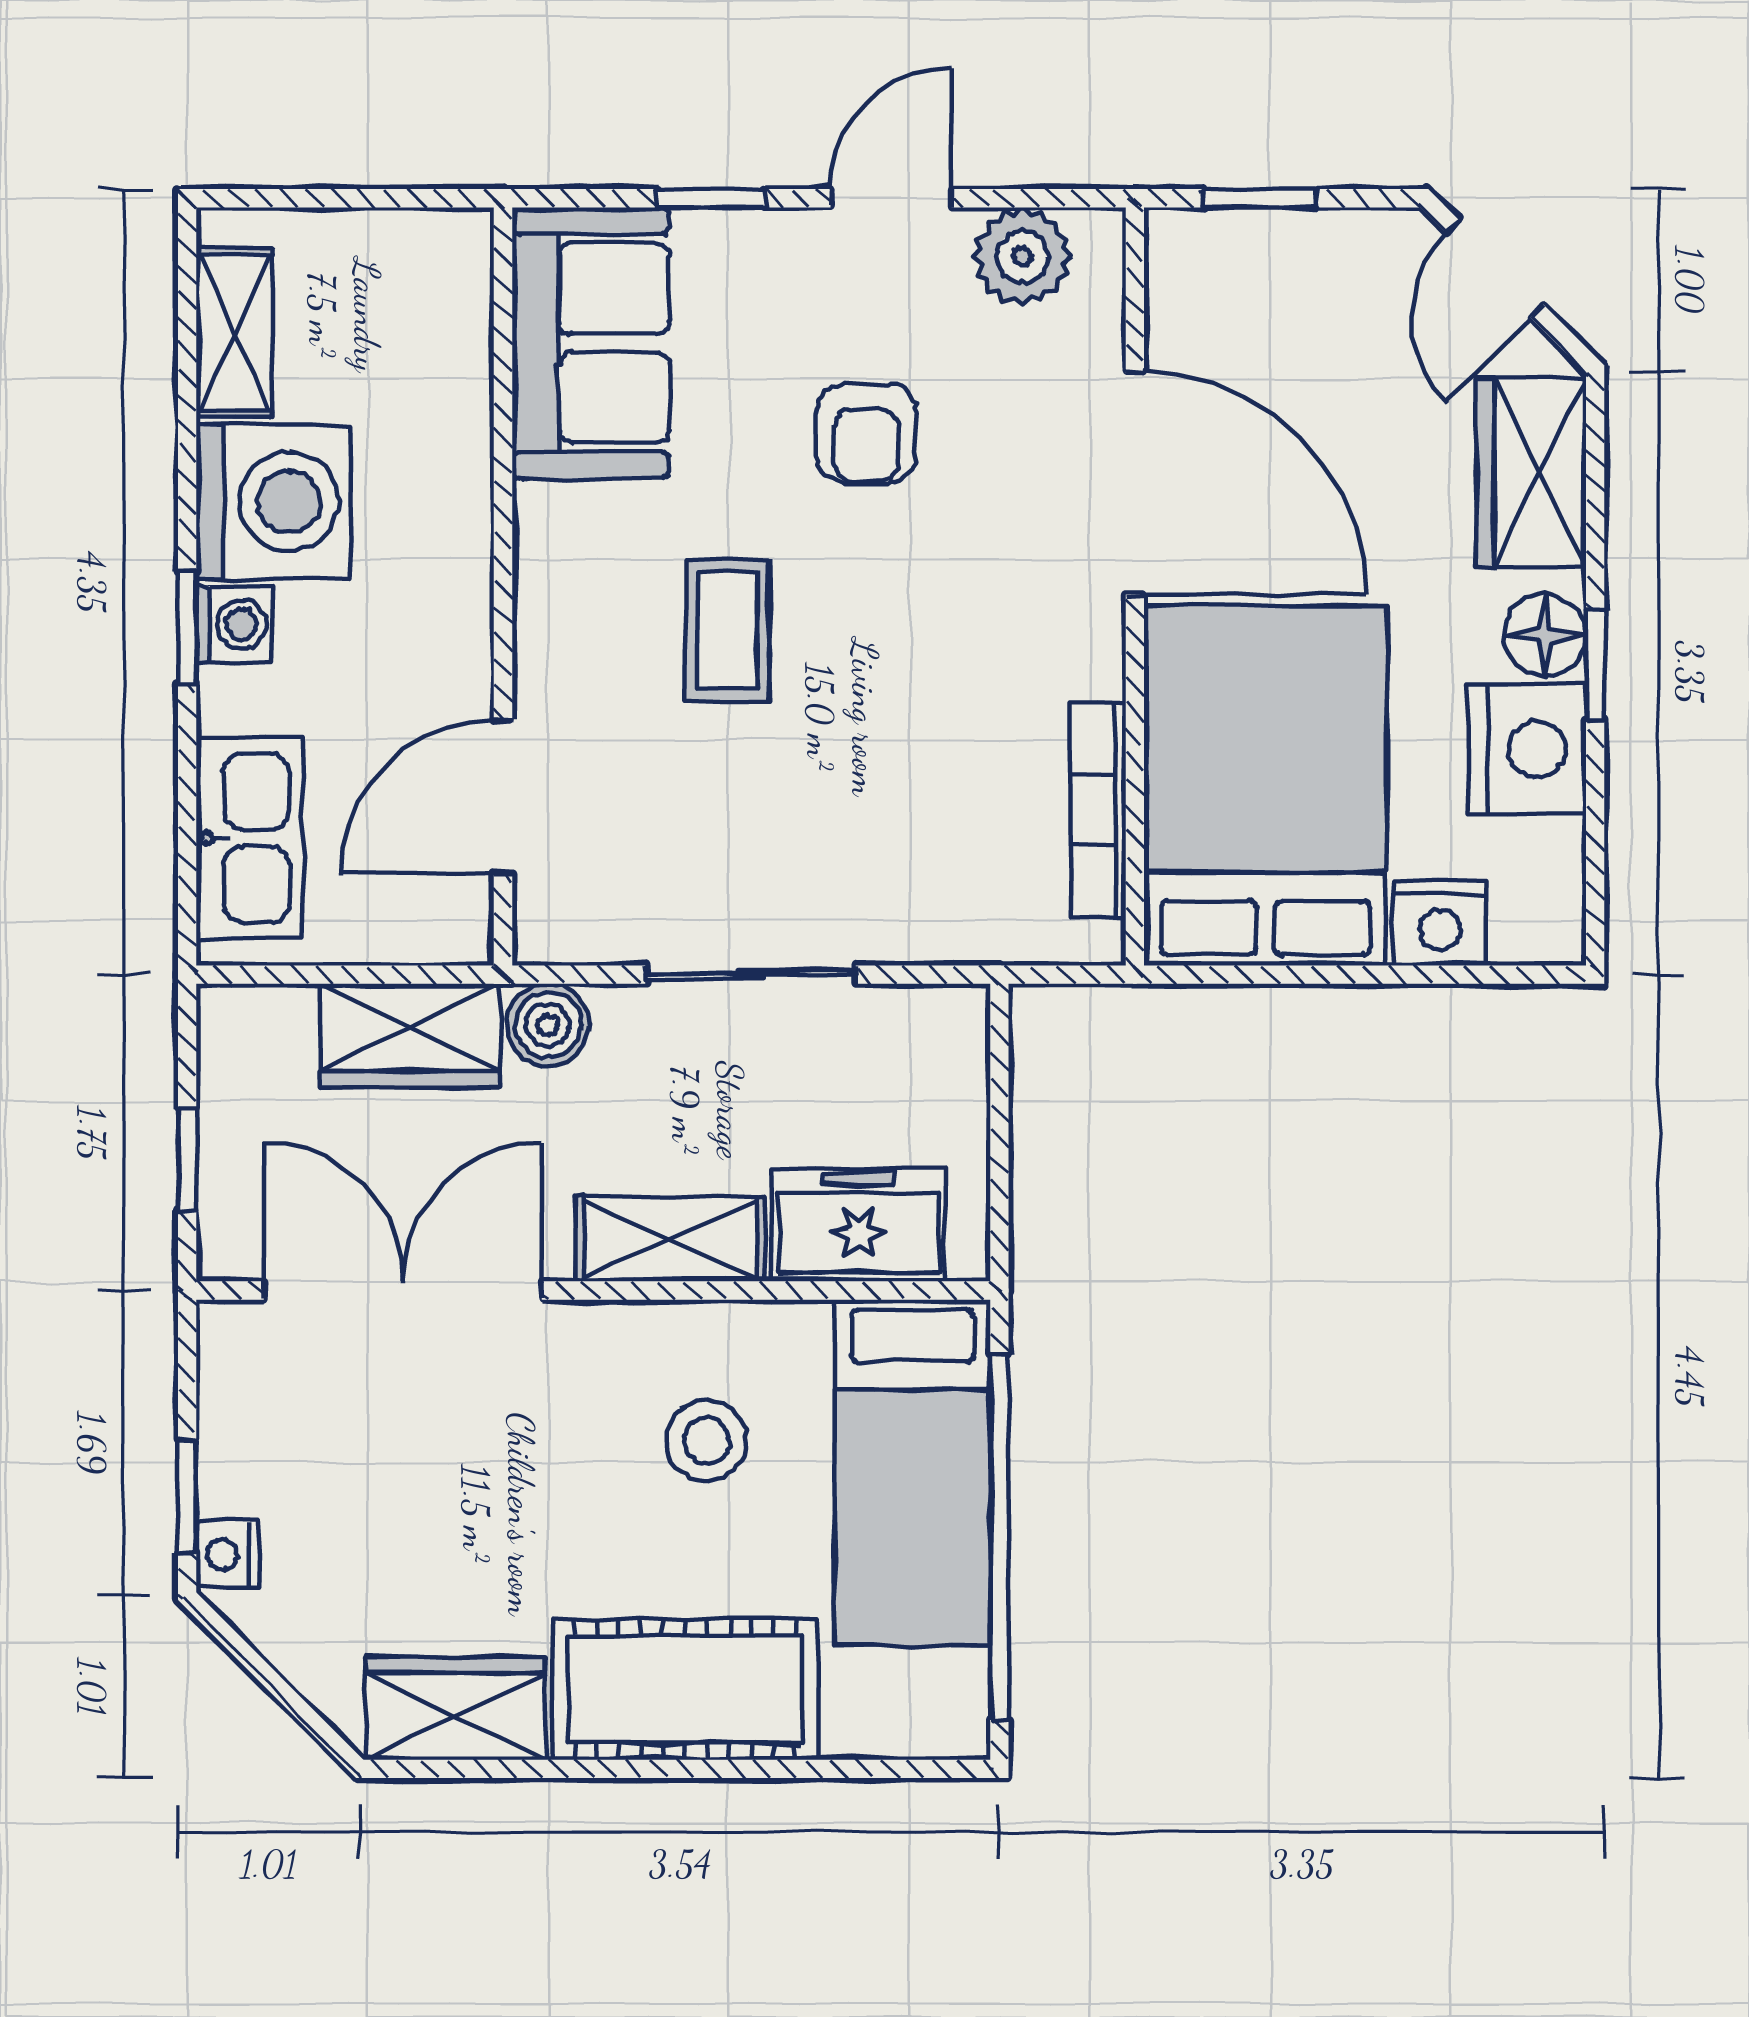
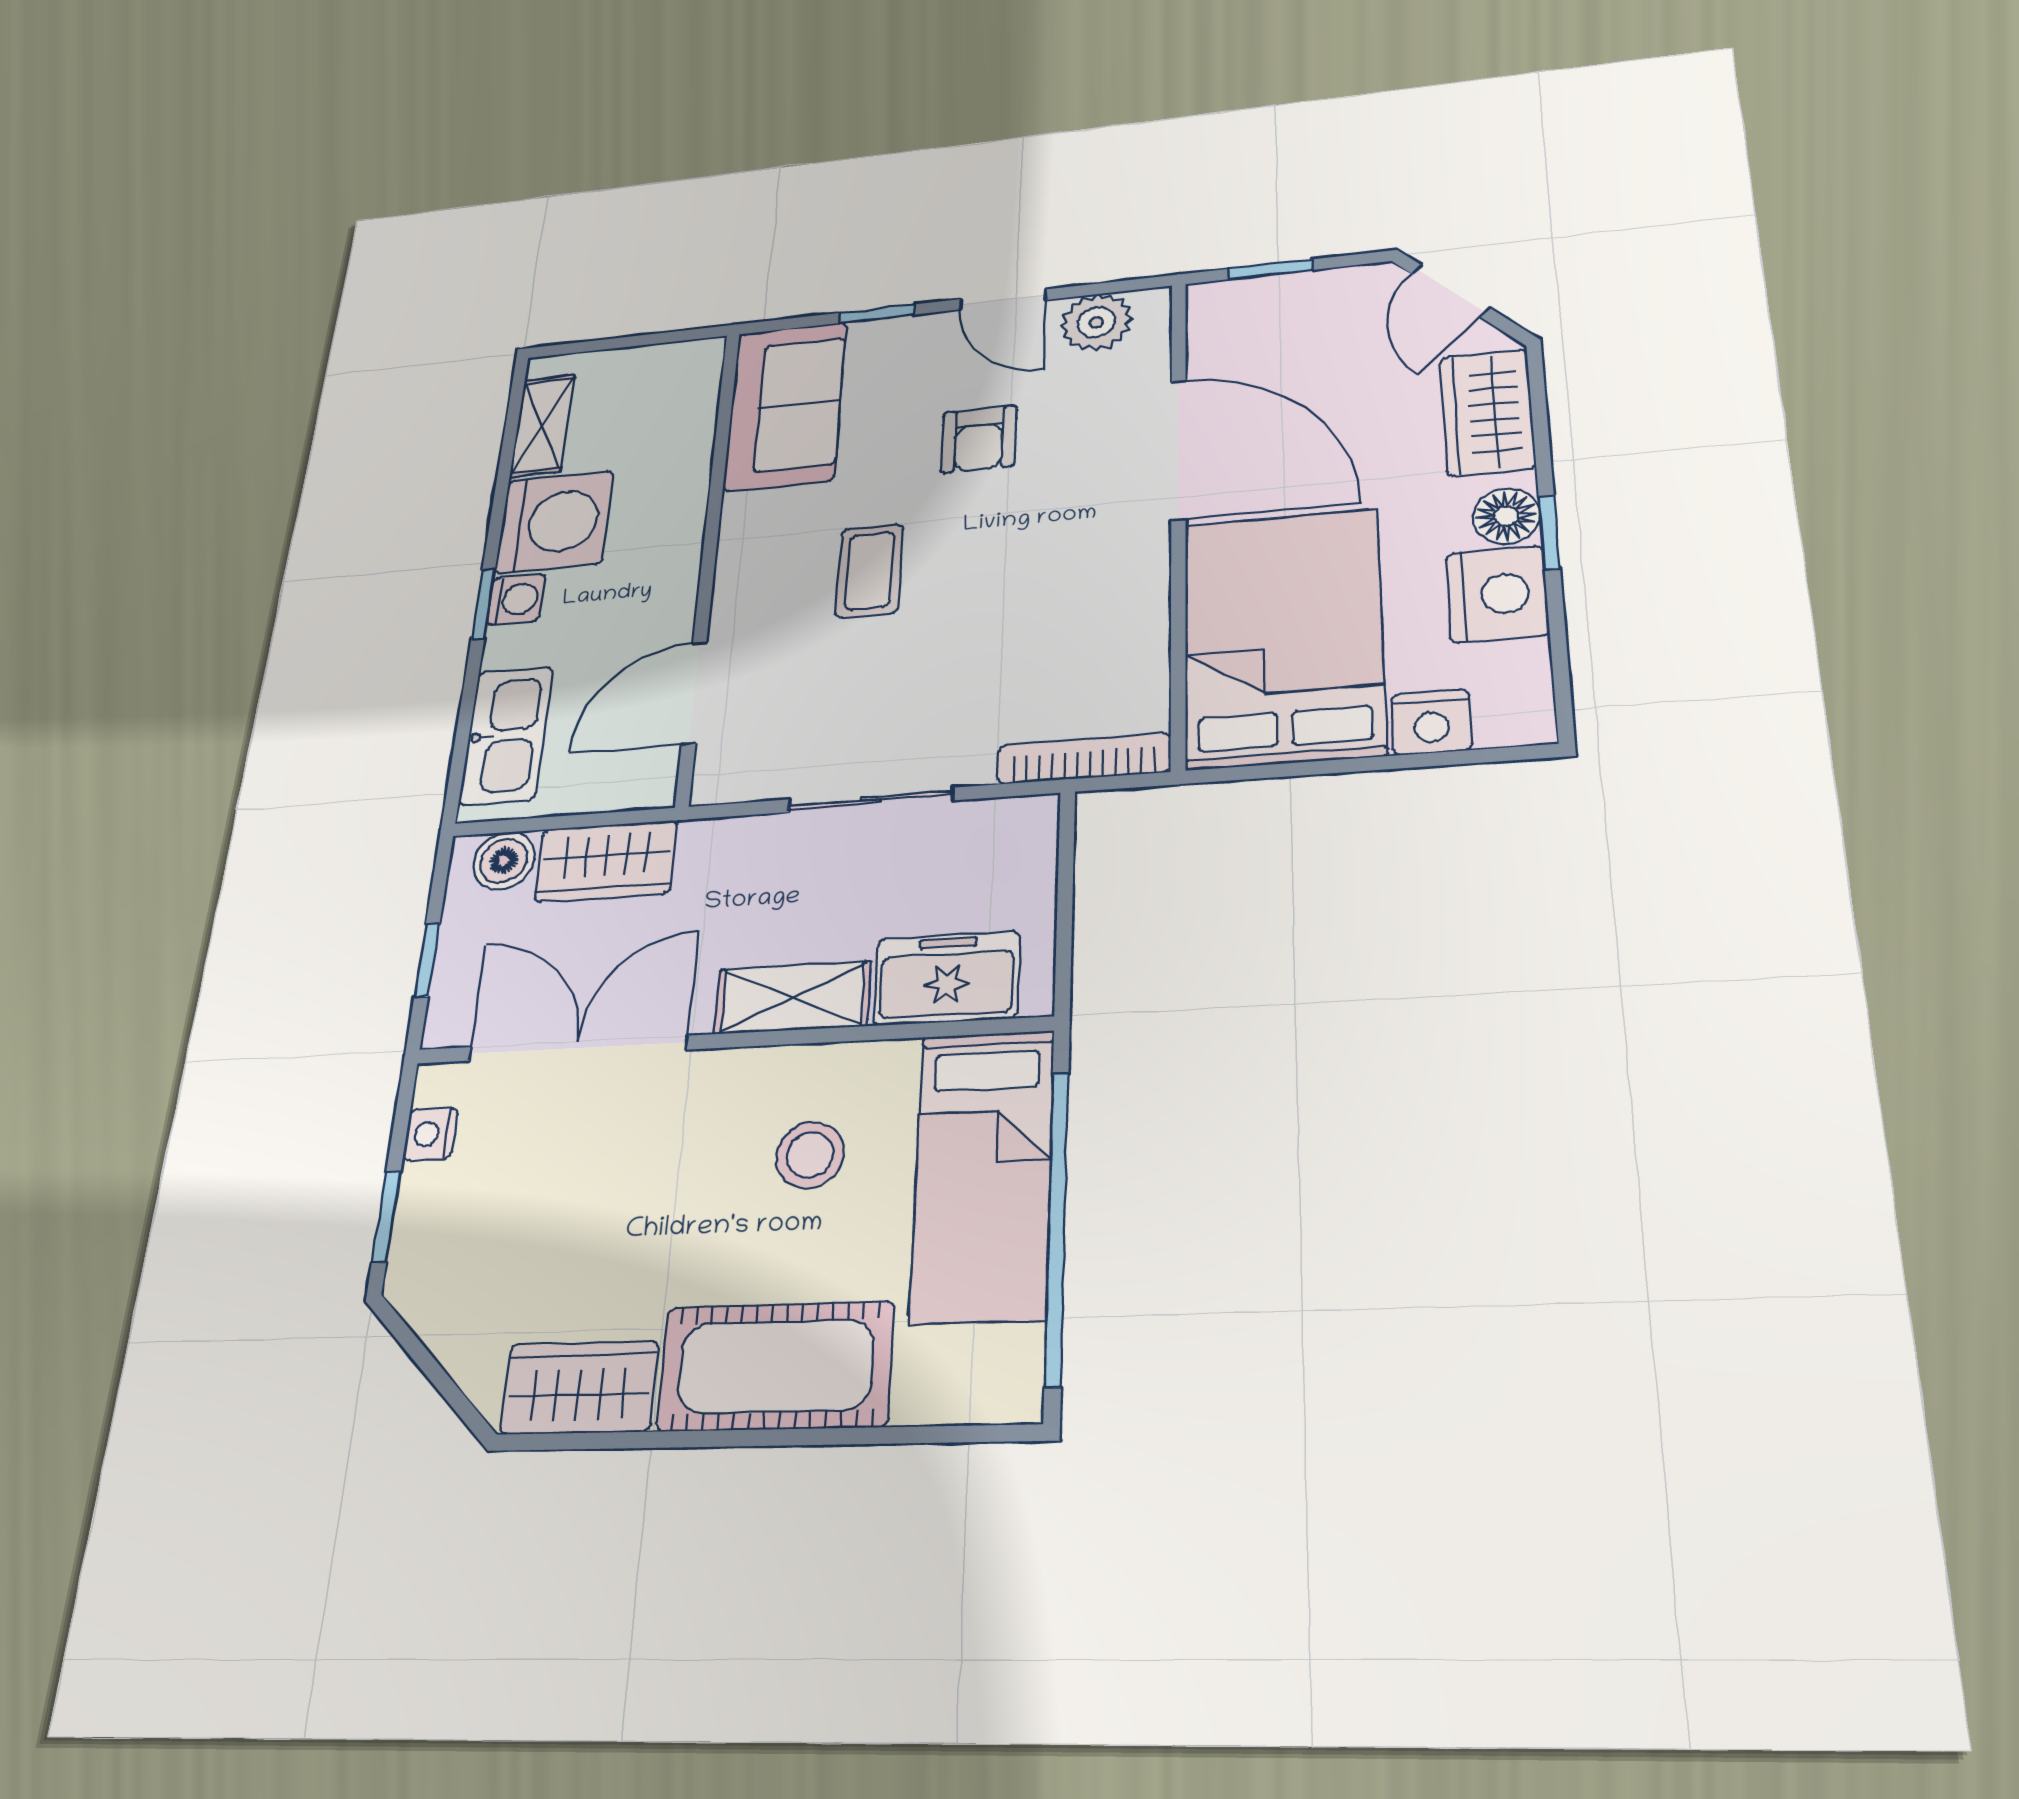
door: (891, 198) -> (1003, 299), swing flipped
bookcase: (1098, 810) -> (1084, 759), moved, turned 90
boiler: (548, 1025) -> (504, 861), moved
nightstand: (227, 1554) -> (430, 1134), moved

